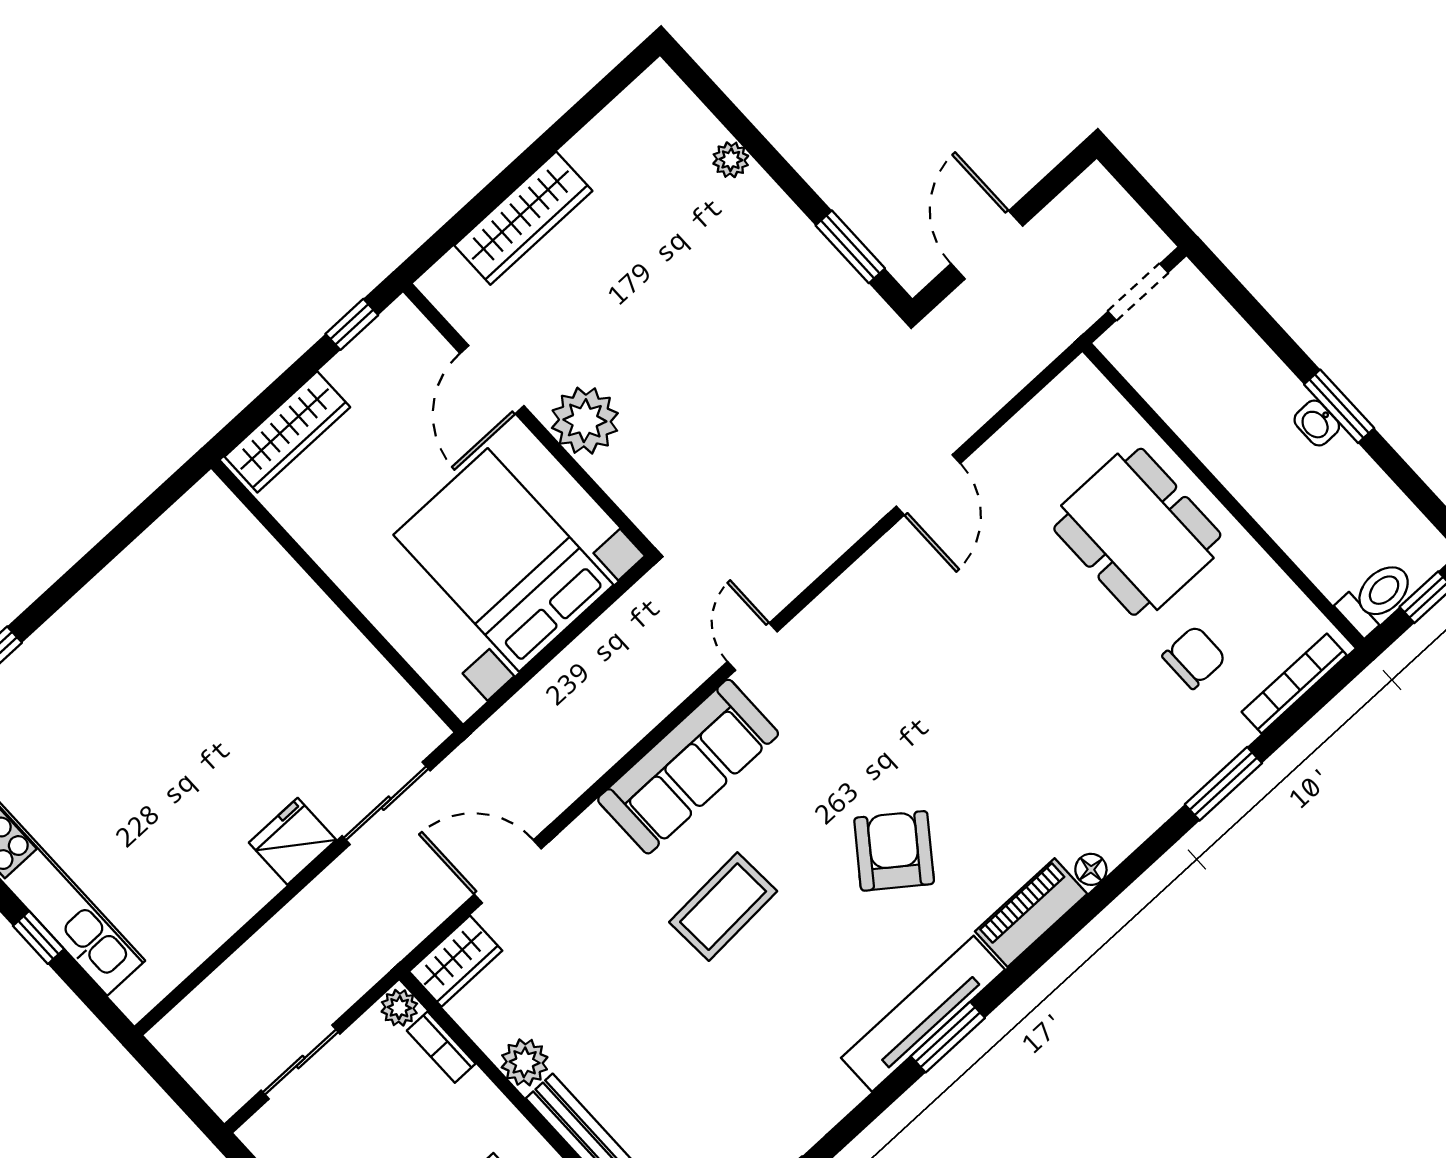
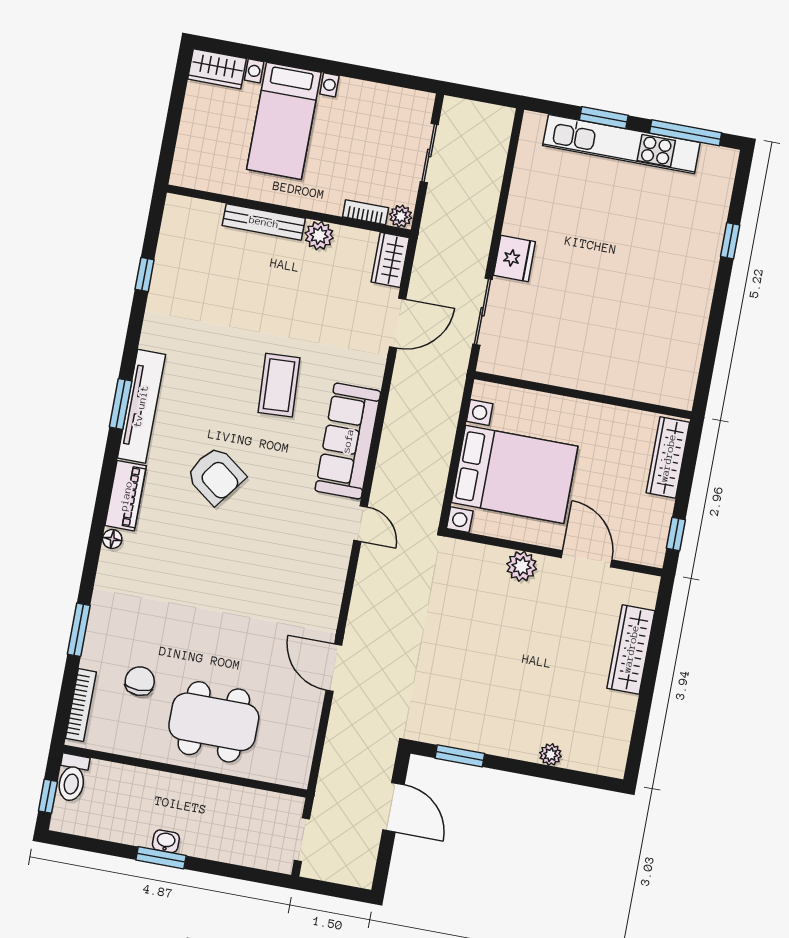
plant: (585, 421) -> (522, 566), width x0.73, depth x0.73
chair: (1194, 657) -> (140, 681), turned 180
window: (38, 938) -> (604, 118), width x1.50

